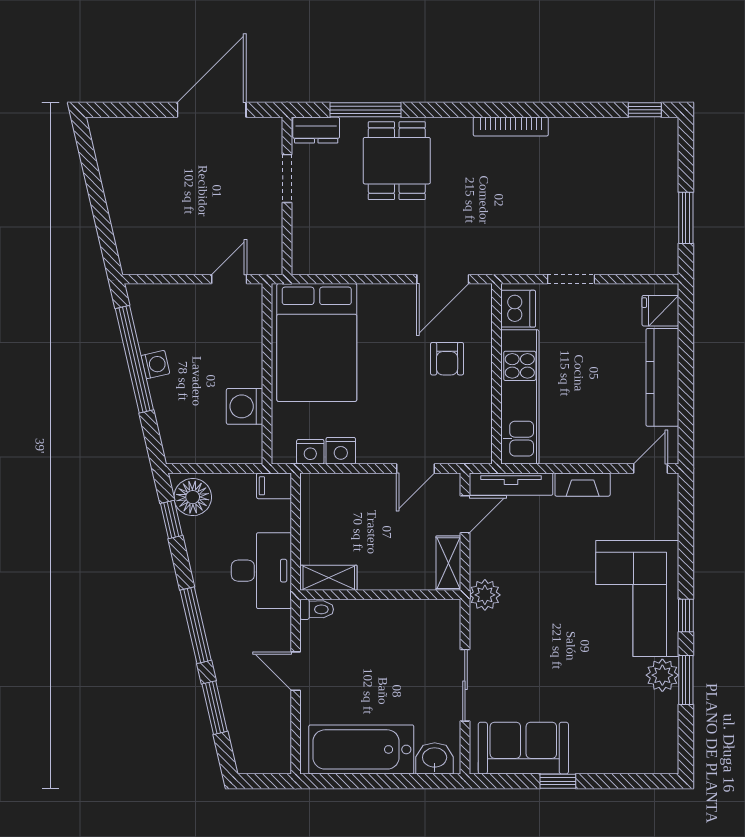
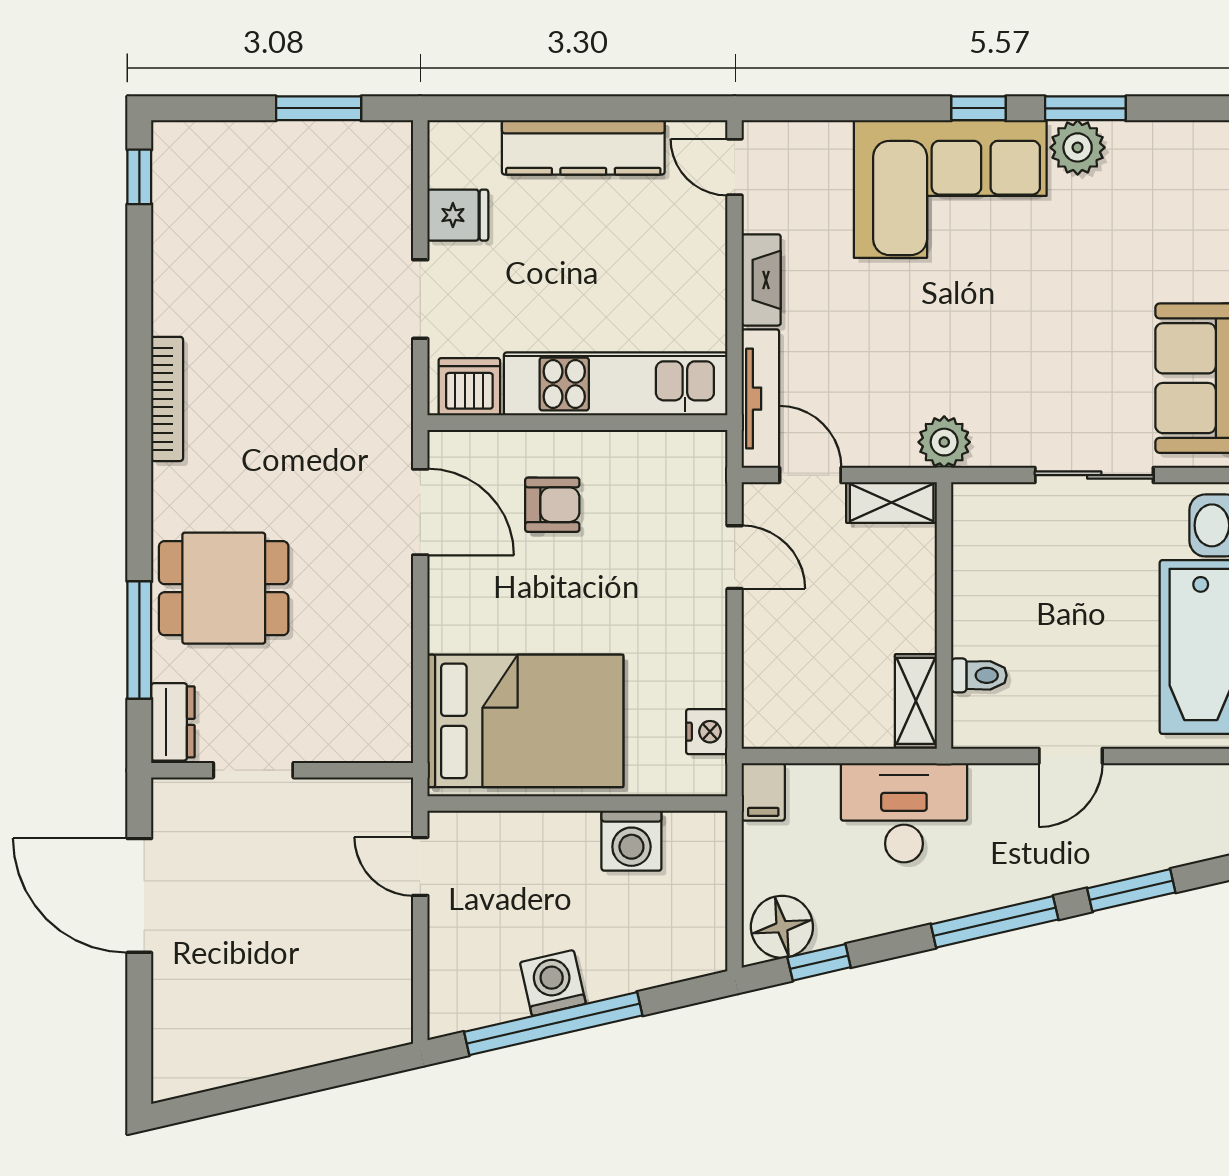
fridge: (660, 311) -> (458, 215), moved, turned -90
washing machine: (155, 365) -> (553, 983), width x1.38, depth x1.38
nightstand: (341, 451) -> (705, 681), removed
toilet: (317, 609) -> (979, 675), moved, turned 90

